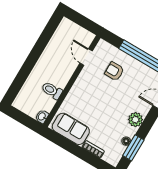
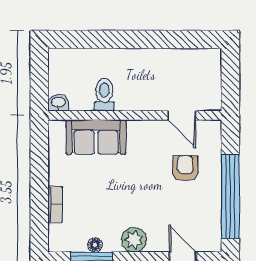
door: (86, 57) -> (182, 115), swing flipped
sofa: (71, 129) -> (96, 137), moved, turned 90

